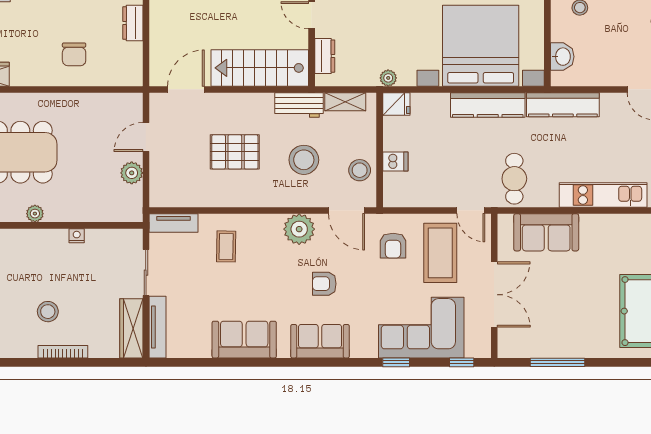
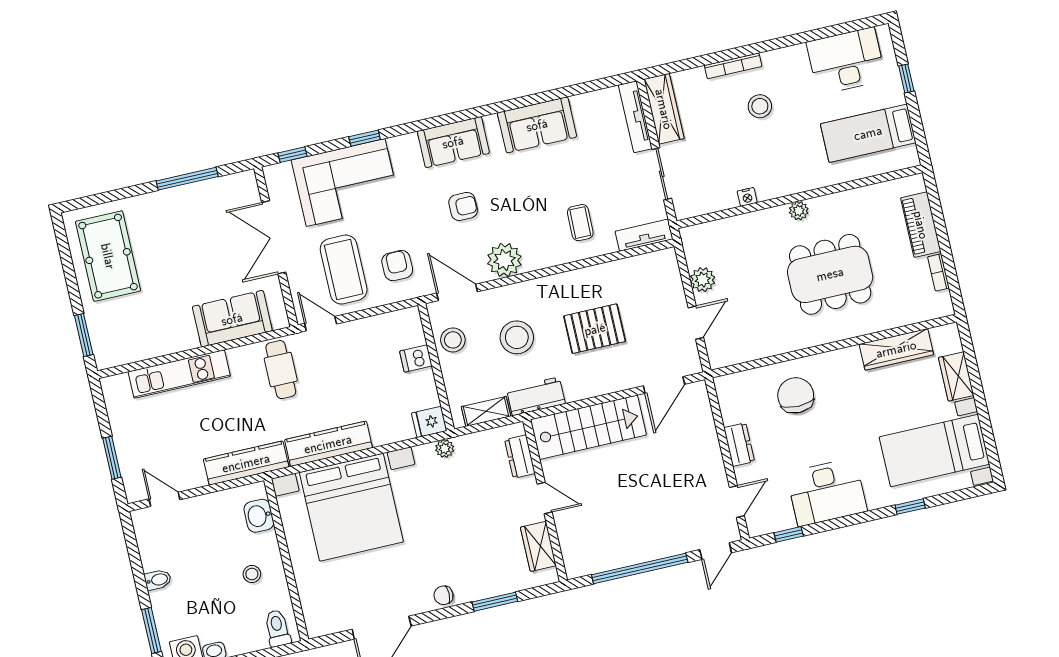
chair: (74, 54) -> (796, 395), width x1.37, depth x1.37

